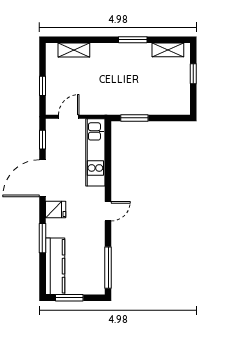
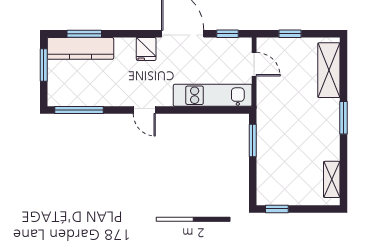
window: (133, 40) -> (344, 118), moved
shelving: (74, 50) -> (329, 70), width x1.50, depth x1.33
window: (193, 74) -> (277, 209), moved
window: (42, 238) -> (84, 34), moved

